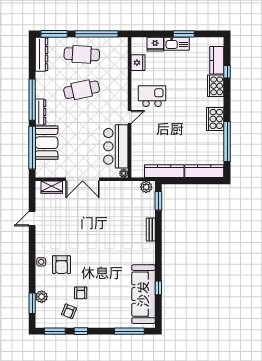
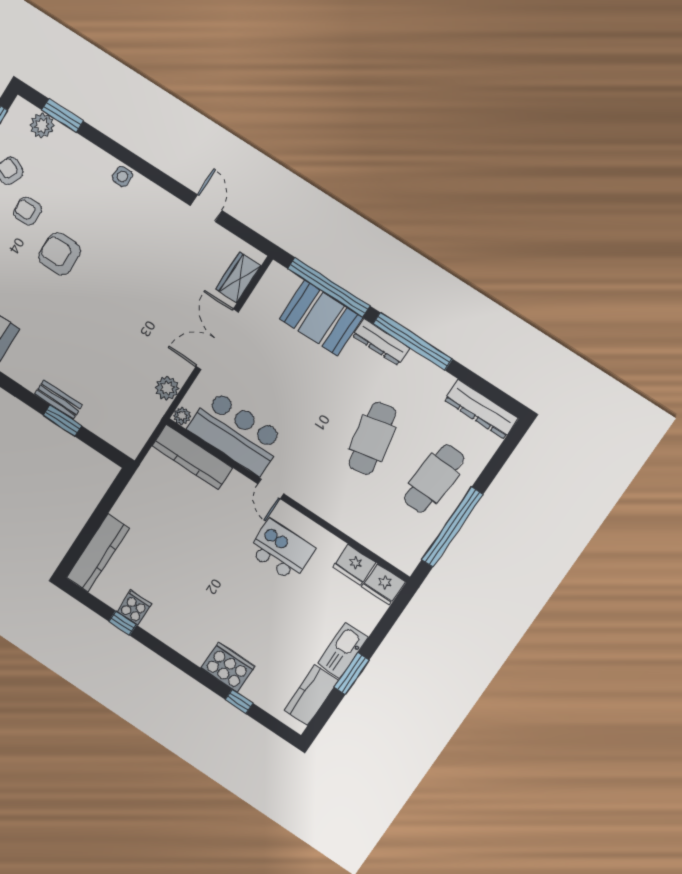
window: (54, 34) -> (502, 455), removed
fridge: (155, 44) -> (384, 584), moved, turned -90
kitchen counter: (217, 60) -> (311, 695), moved, turned -90
kitchen island: (152, 96) -> (281, 550), turned -90
cooker: (215, 119) -> (134, 608), moved, width x0.53, depth x0.76
window: (227, 141) -> (123, 623), width x0.32
kitchen counter: (164, 171) -> (192, 457), moved, turned 90
plant: (146, 187) -> (167, 388), moved
window: (158, 201) -> (63, 421), moved
armchair: (62, 265) -> (60, 254), moved
plant: (42, 297) -> (42, 125), moved

